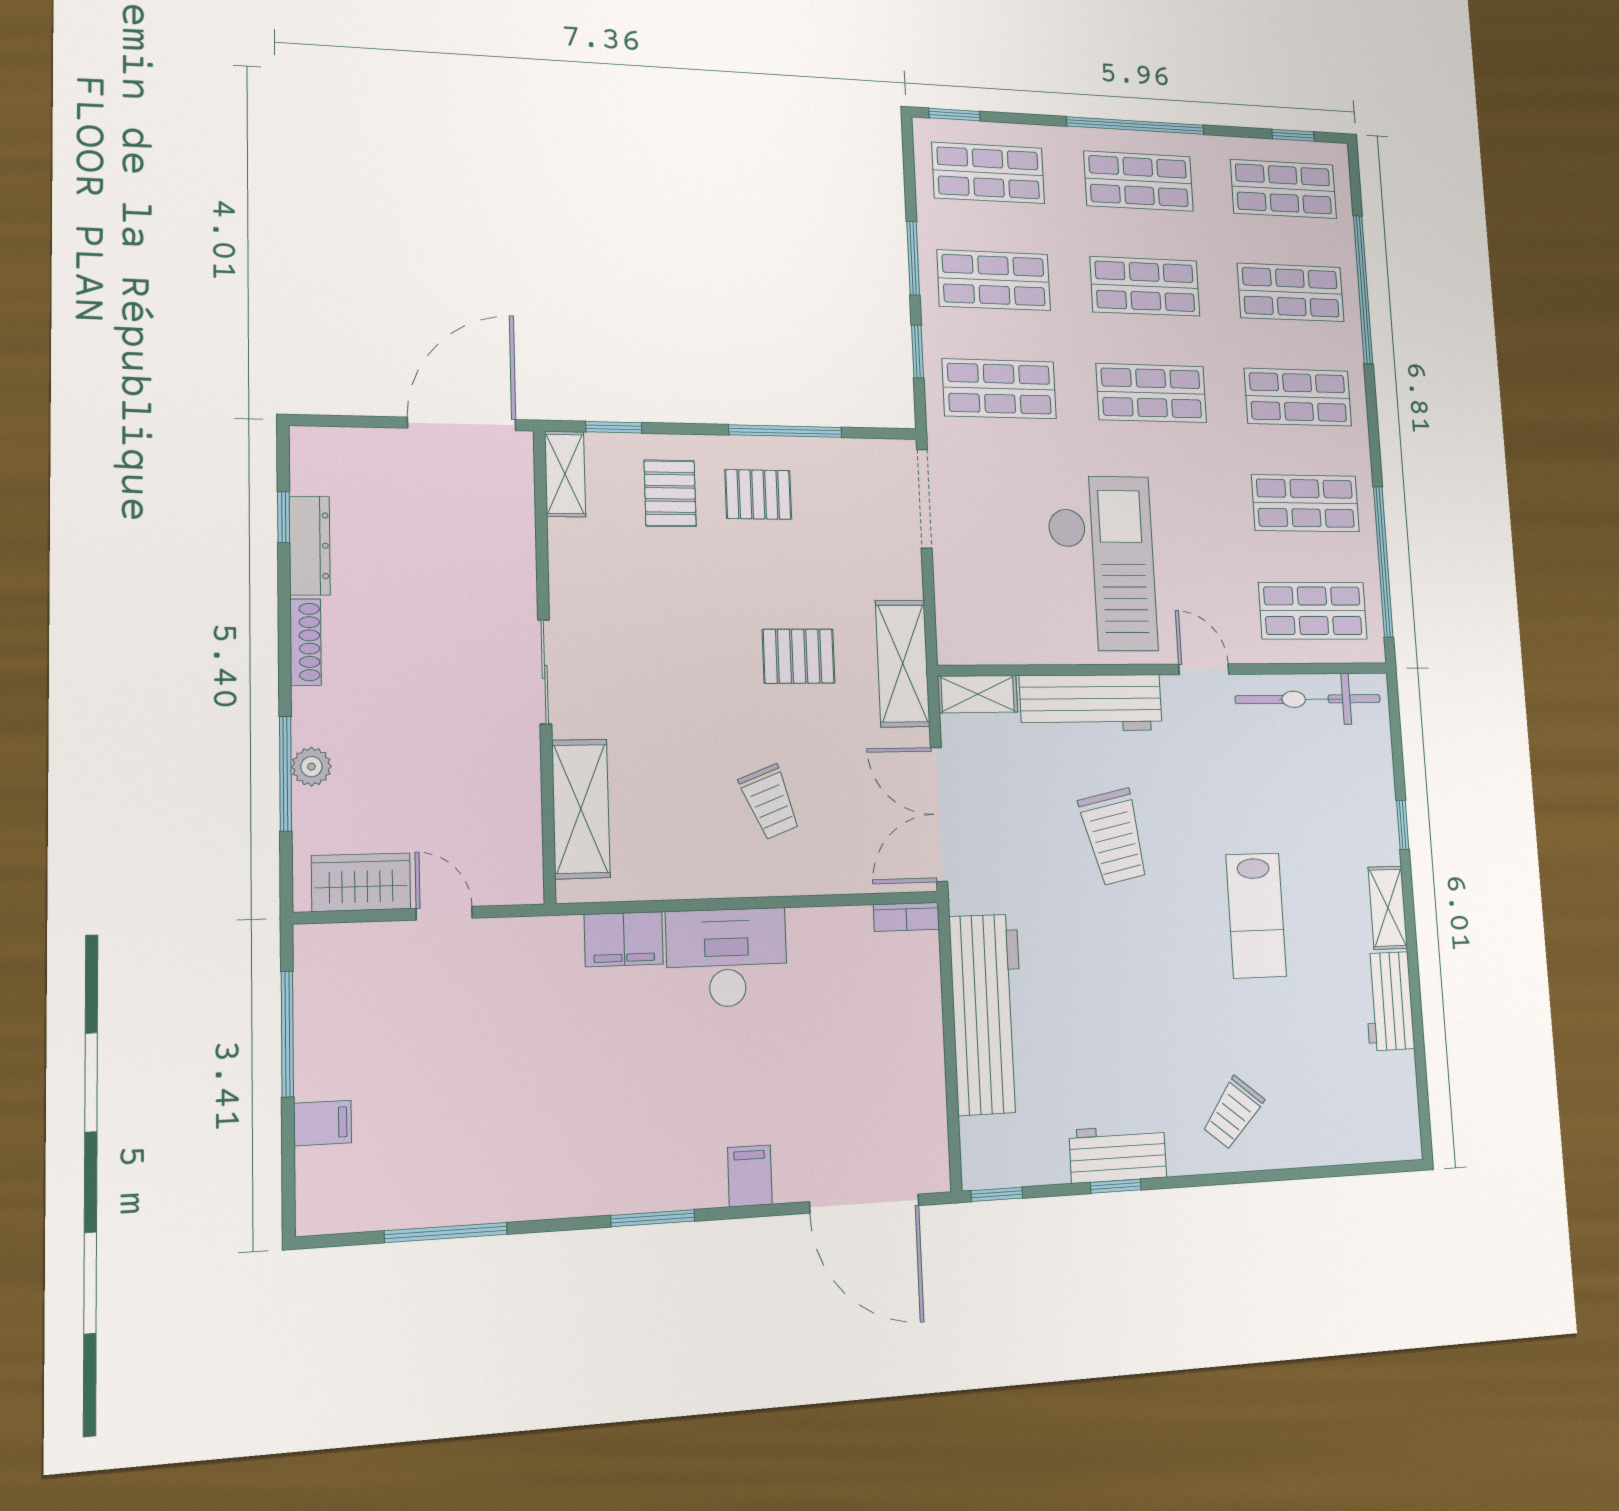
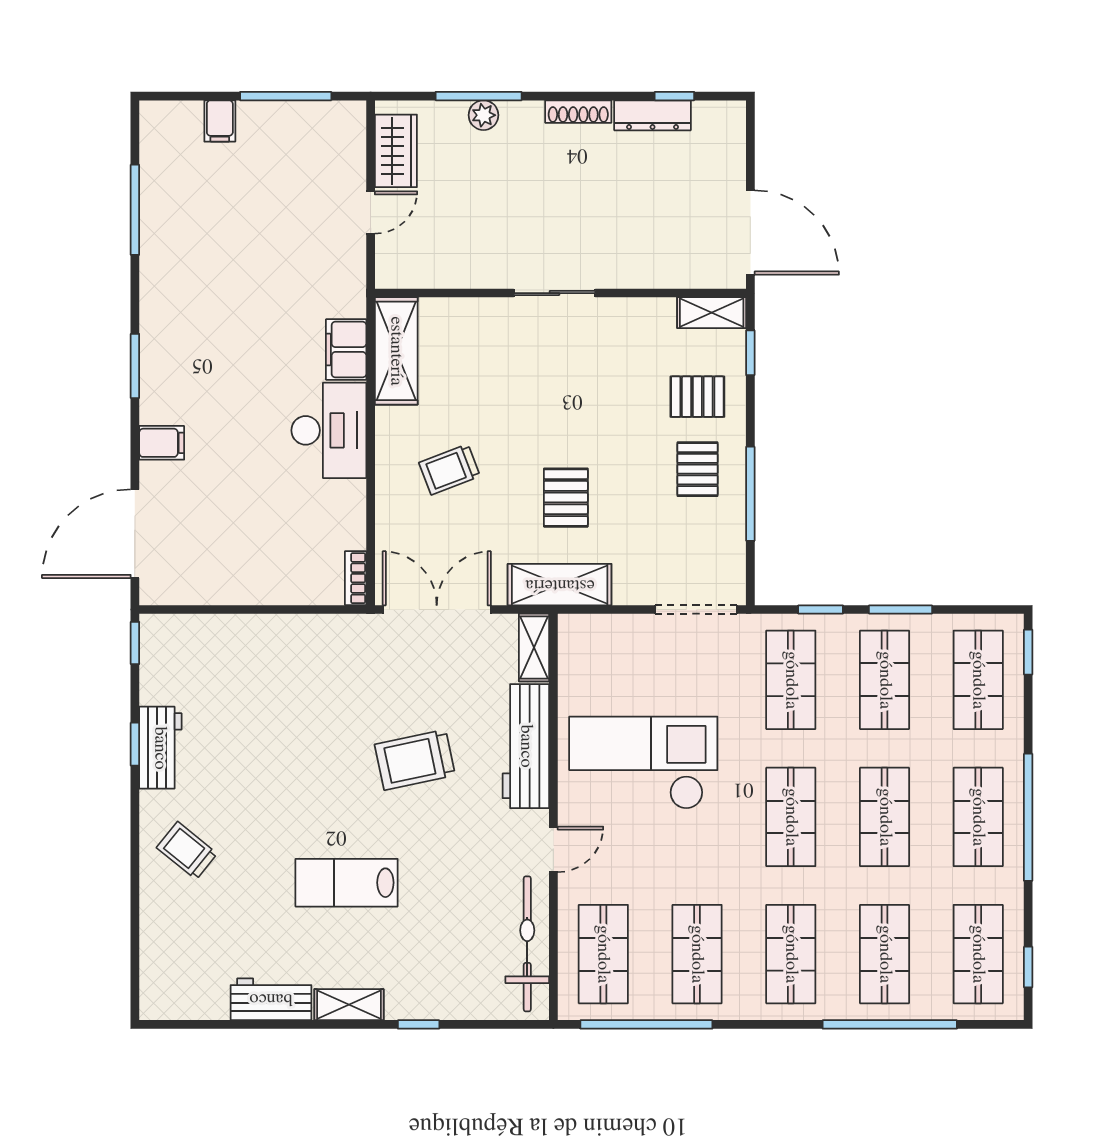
checkout: (1102, 563) -> (643, 763), turned 180
shelving: (581, 809) -> (396, 351), moved, turned 90
workbench: (987, 1014) -> (276, 642), removed

